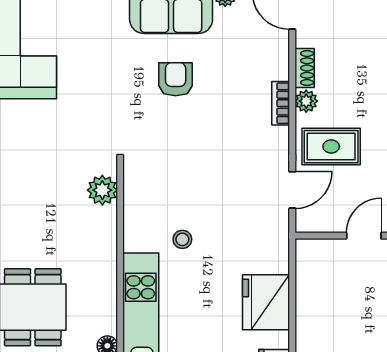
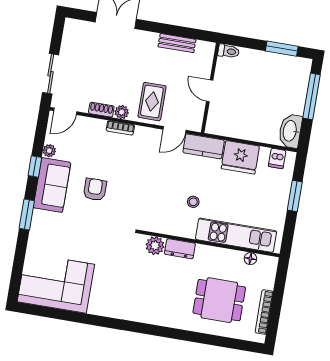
armchair: (176, 79) -> (95, 189), turned 90
door: (292, 190) -> (174, 130), swing flipped
dresser: (104, 231) -> (180, 249), added
kitchen counter: (274, 241) -> (204, 146), added

